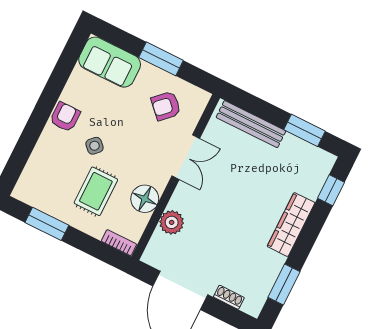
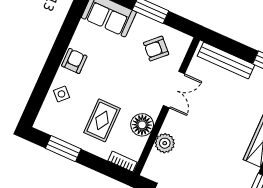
side table: (94, 146) -> (61, 94), moved

